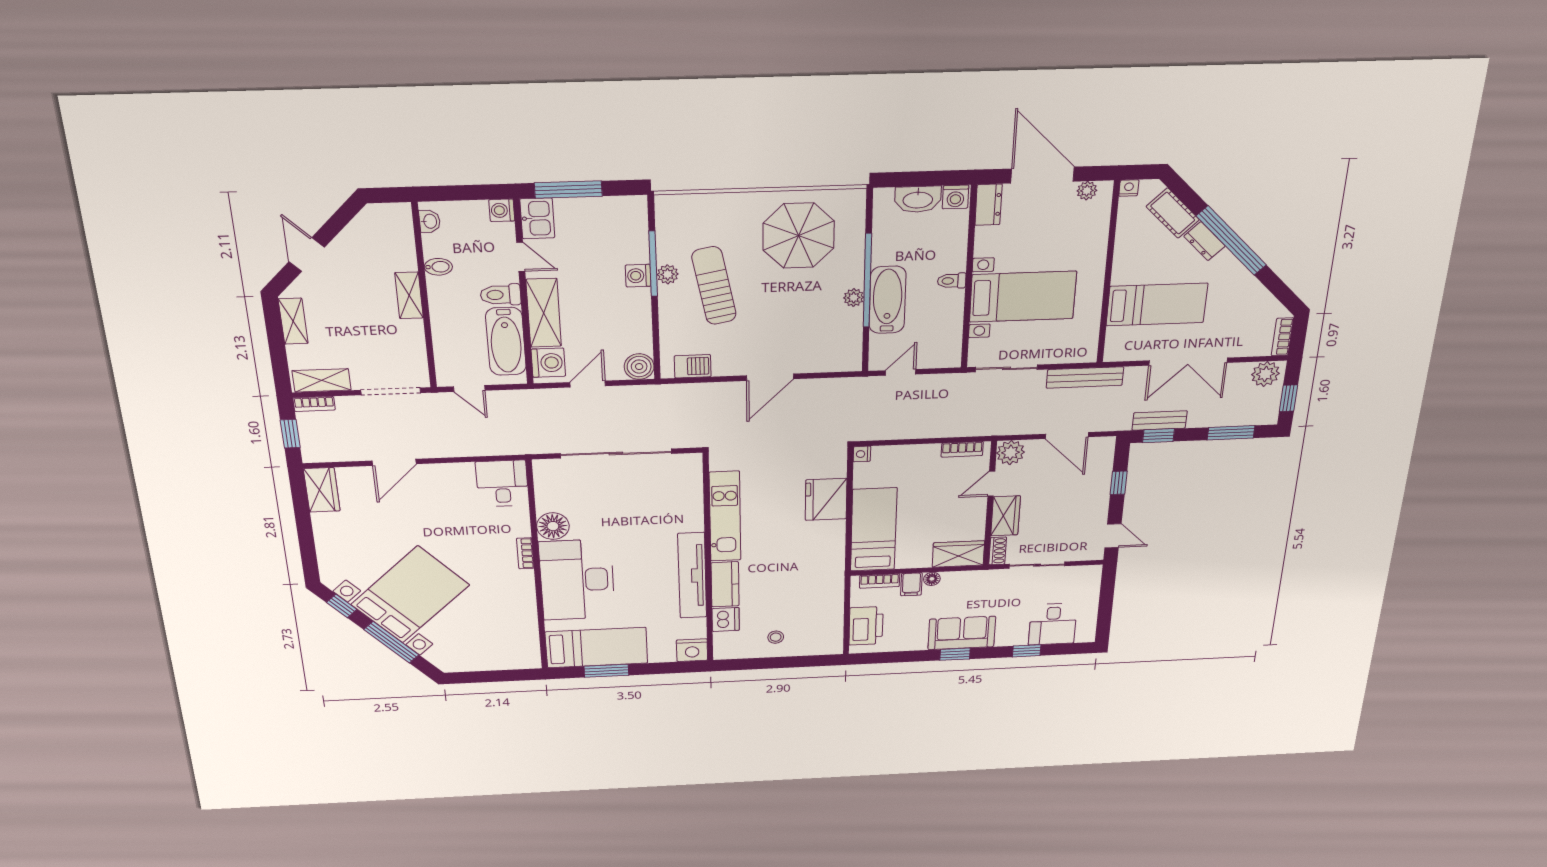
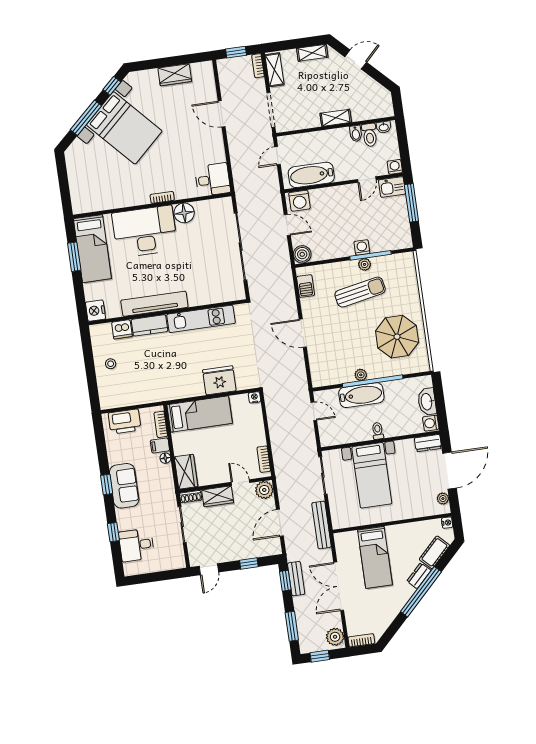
toilet: (501, 295) -> (370, 135), moved, turned 180
shelving: (544, 313) -> (332, 195), removed
wardrobe: (322, 490) -> (175, 75), moved

